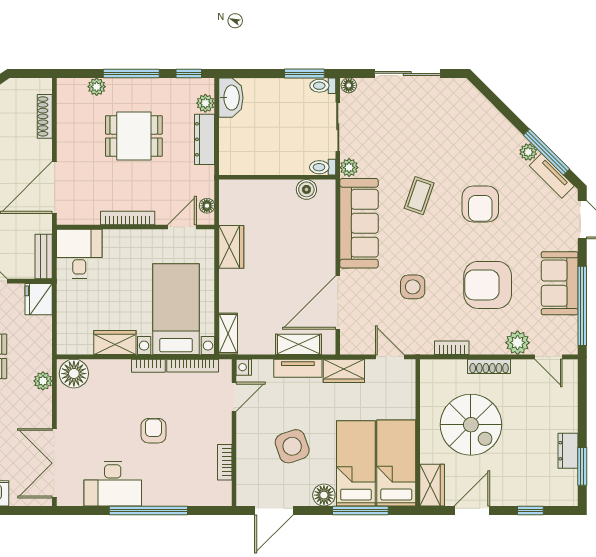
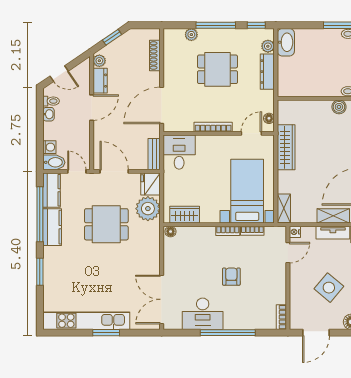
wardrobe: (231, 247) -> (286, 147), width x1.50
wardrobe: (115, 343) -> (185, 215), moved
bookcase: (193, 366) -> (252, 231), width x0.64
floor lamp: (74, 374) -> (171, 232), width x0.53, depth x0.53
plant: (43, 381) -> (148, 209), moved, width x1.88, depth x1.88
side table: (292, 446) -> (329, 288), turned -31
bookcase: (225, 462) -> (281, 317), moved

